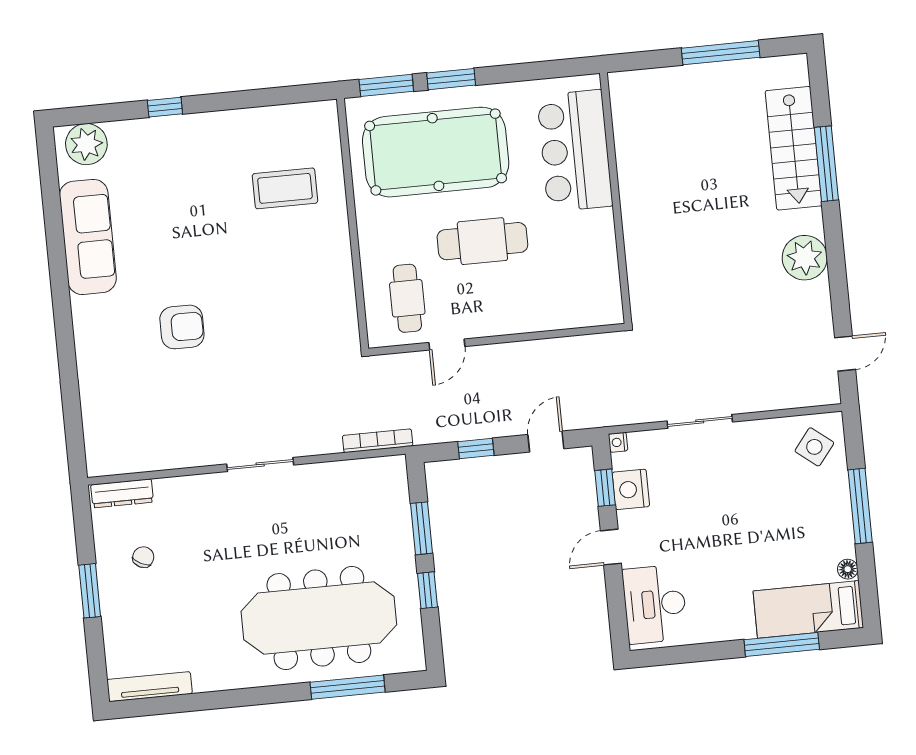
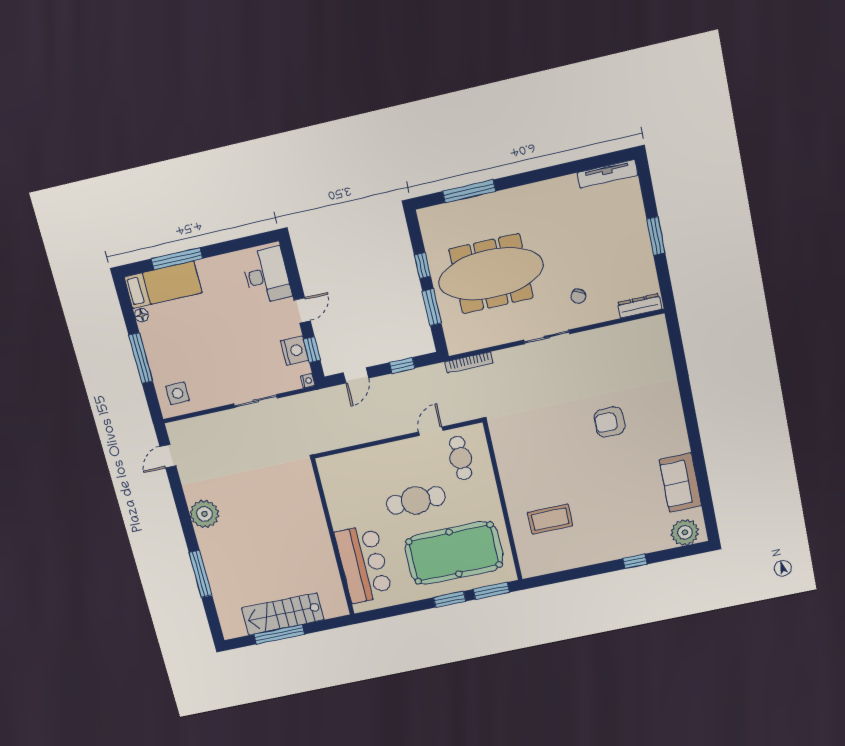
stairs: (794, 148) -> (283, 614), moved, turned -90
sofa: (88, 237) -> (680, 483), width x0.73
side table: (814, 447) -> (177, 393), turned -38
chair: (143, 557) -> (578, 296), moved
meeting table: (319, 618) -> (491, 274), moved

